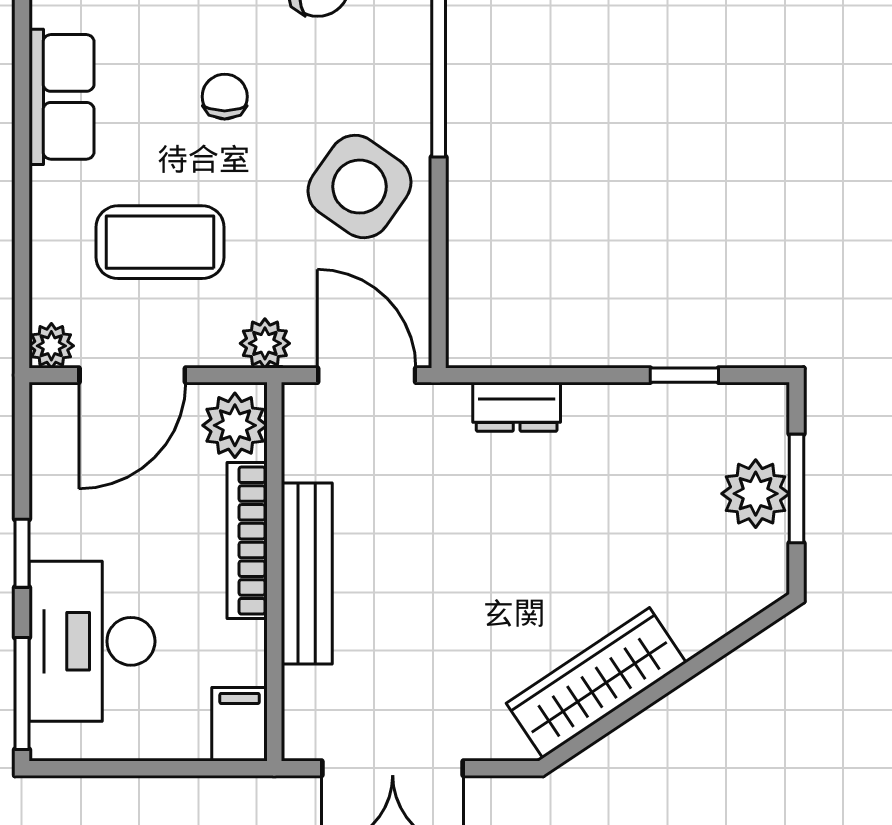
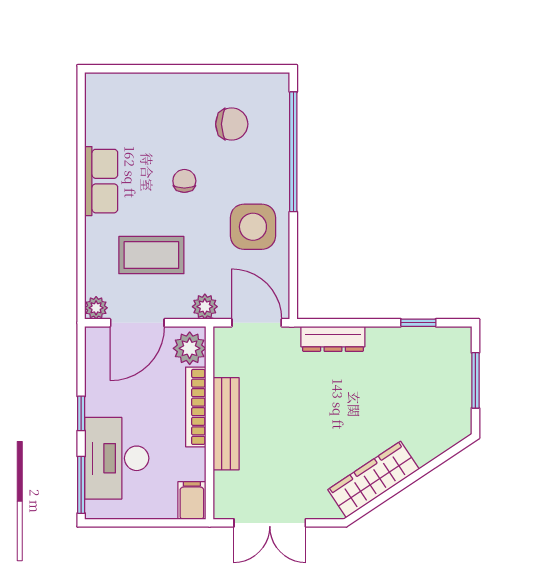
side table: (359, 187) -> (253, 227), turned -35
dresser: (517, 407) -> (333, 339), width x1.44
plant: (756, 494) -> (455, 383), removed

